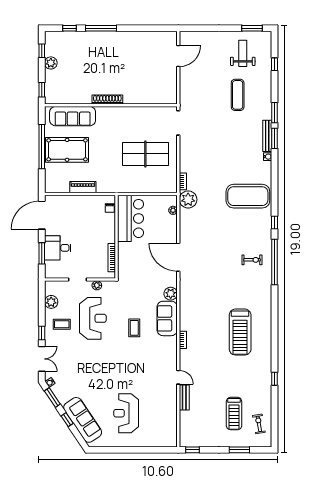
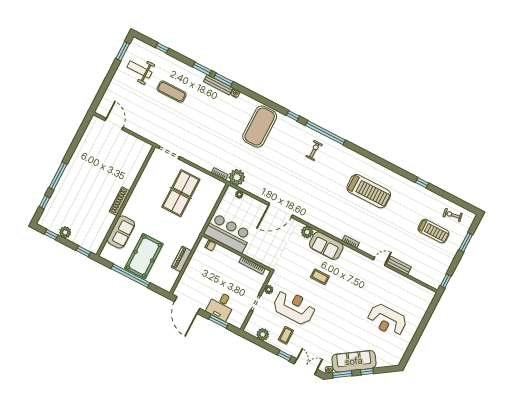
sofa: (73, 116) -> (121, 232), width x0.73
sofa: (83, 420) -> (354, 361), moved

